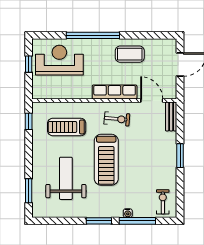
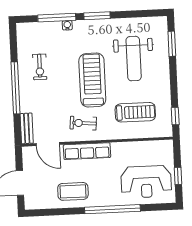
window: (180, 156) -> (15, 88), width x2.11
exercise bike: (163, 202) -> (40, 67), moved

